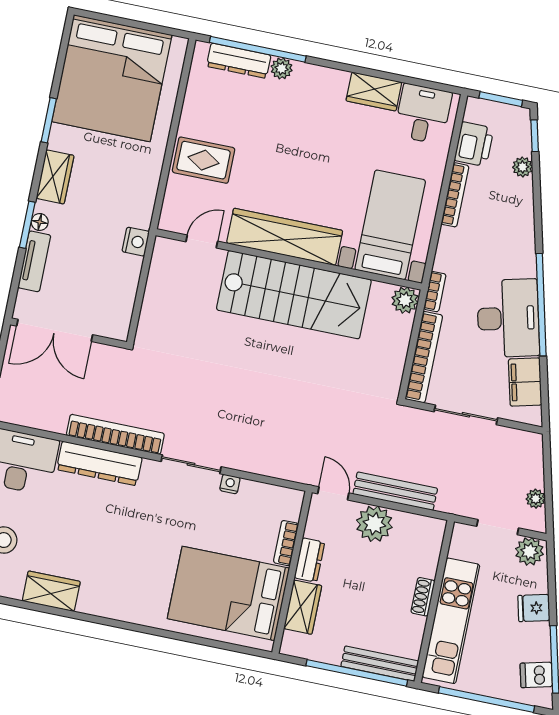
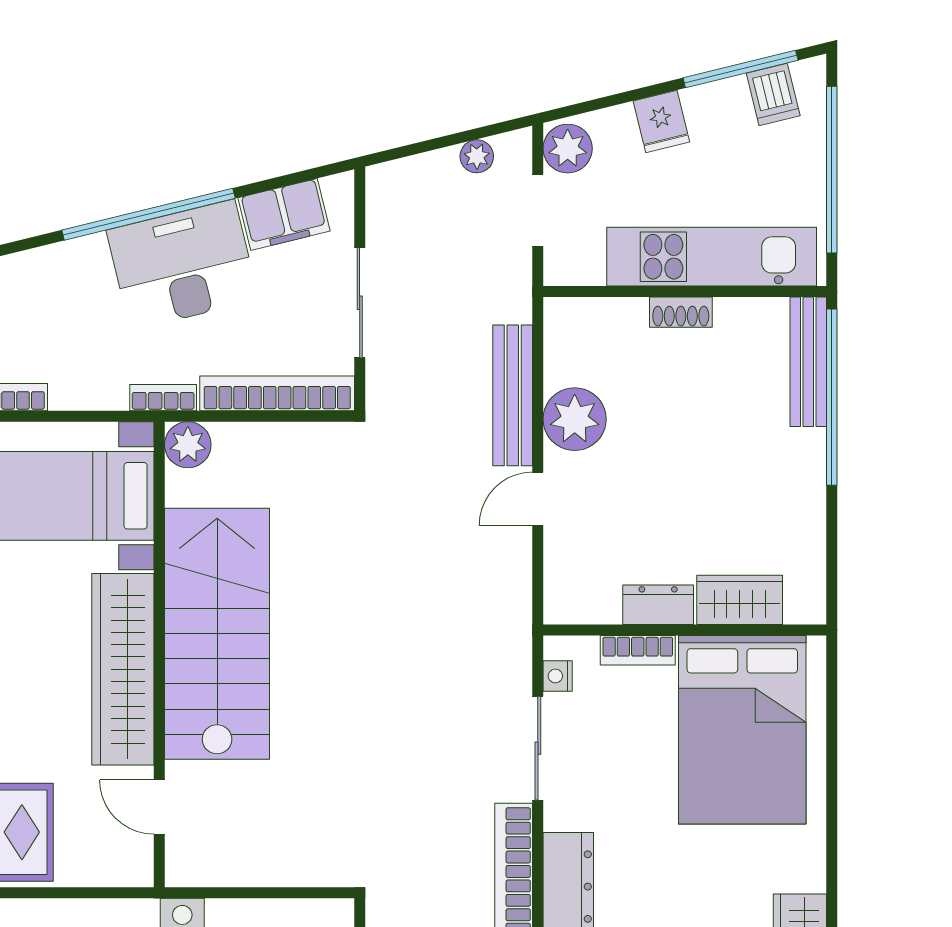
bookcase: (286, 543) -> (638, 650), moved
dresser: (309, 560) -> (658, 605), moved
wall: (292, 572) -> (685, 630), moved
bed: (228, 593) -> (742, 730), moved
wardrobe: (303, 607) -> (740, 600), moved

